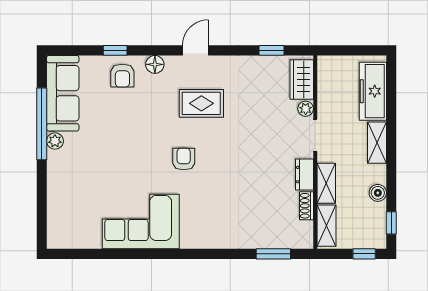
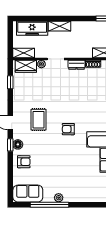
window: (115, 50) -> (10, 145), moved
sofa: (63, 93) -> (28, 194), width x0.73
shelving: (326, 183) -> (24, 53), moved
boiler: (378, 193) -> (86, 26), removed

